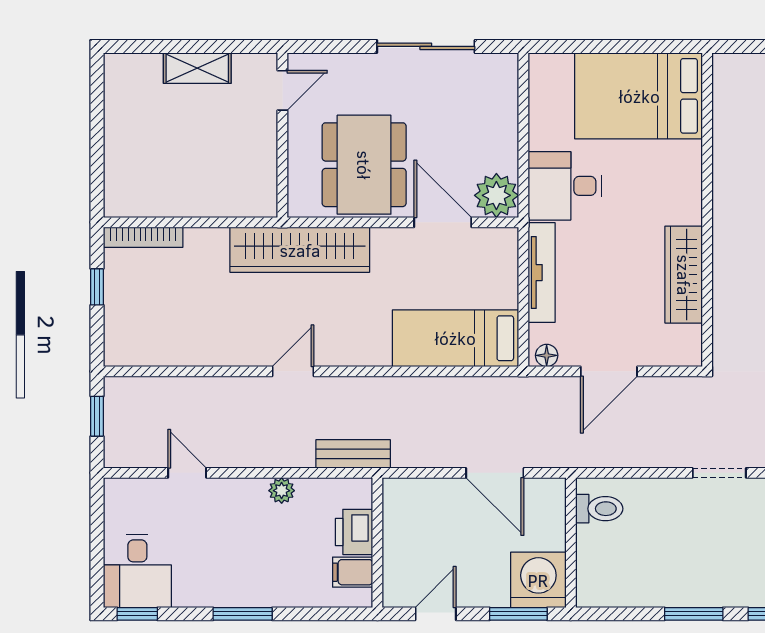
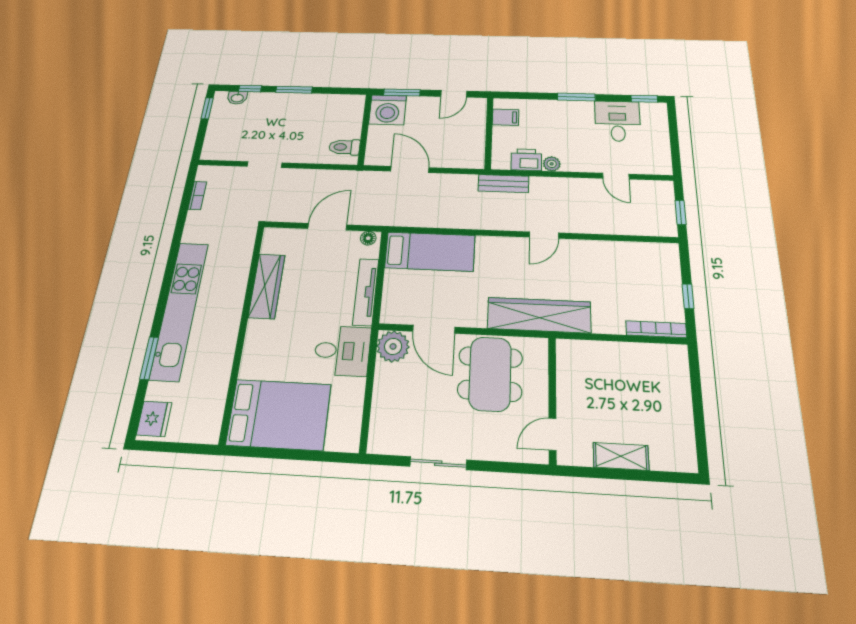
sliding door: (426, 46) -> (438, 463), width x0.73
printer: (354, 532) -> (526, 160), moved, turned -90
desk: (137, 571) -> (618, 121), moved

